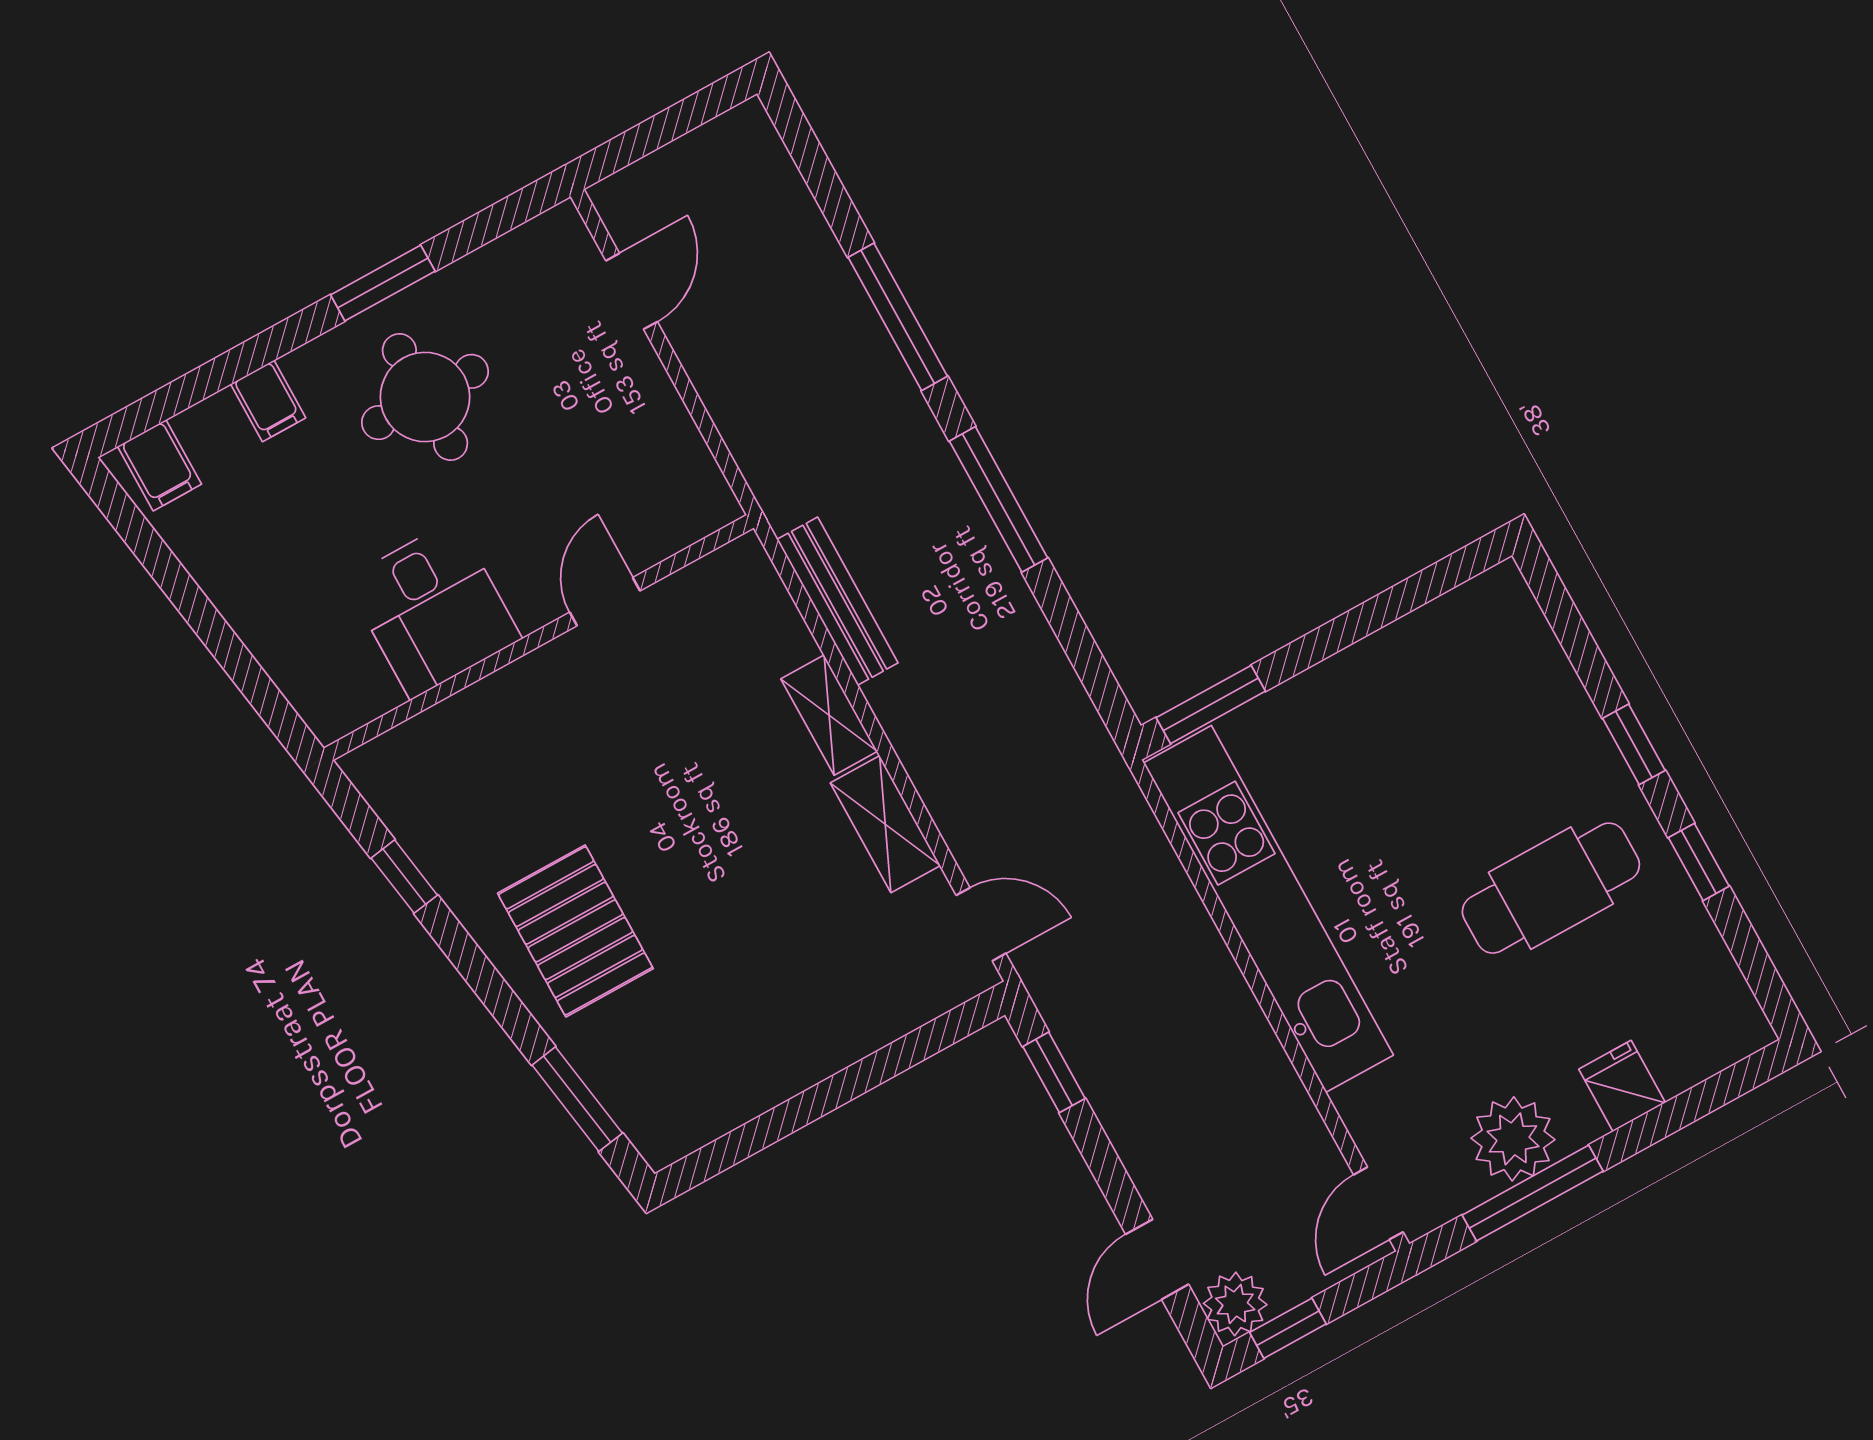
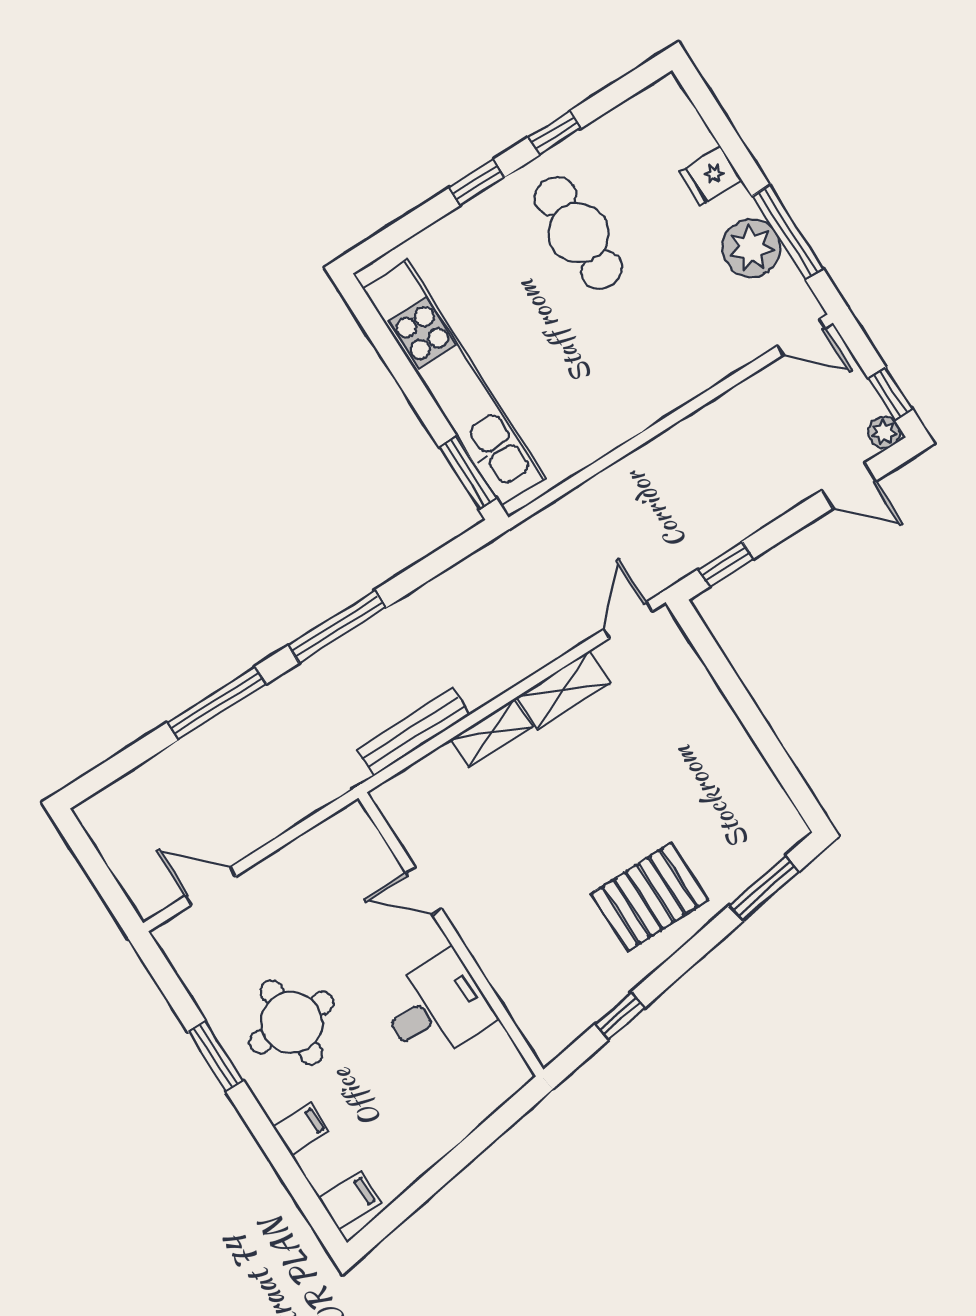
kitchen unit: (1268, 909) -> (454, 383), moved, turned 90
plant: (1235, 1304) -> (884, 432), width x0.73, depth x0.73

